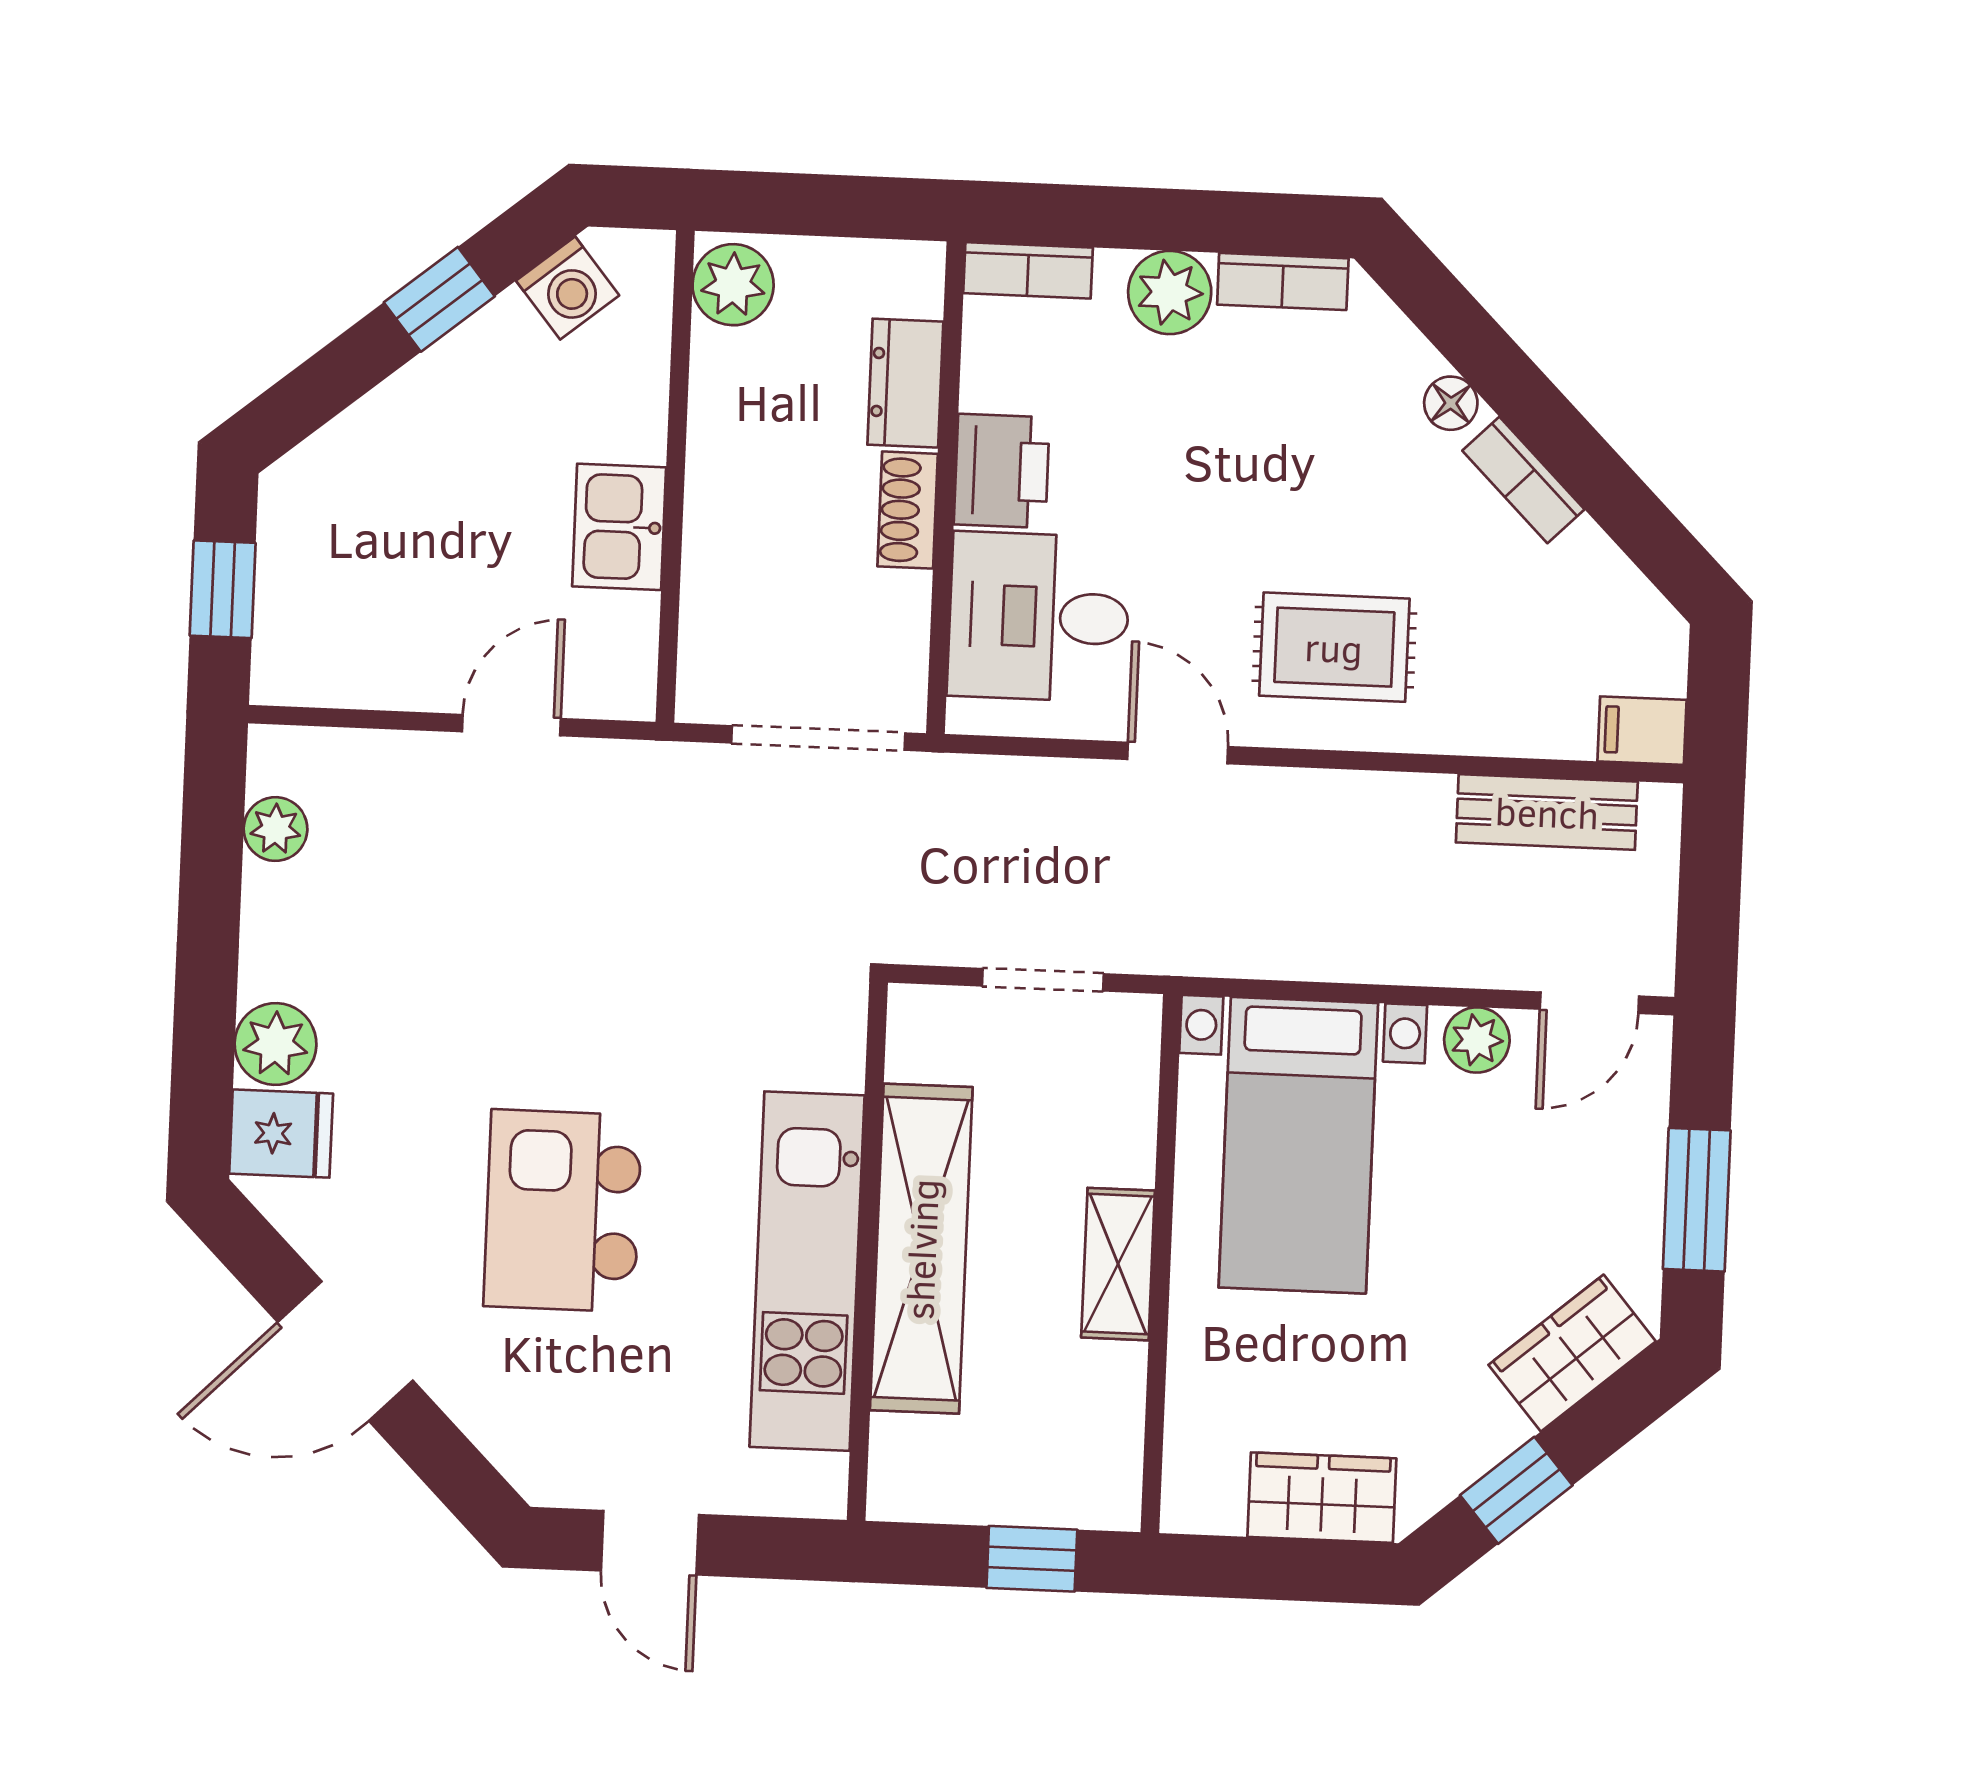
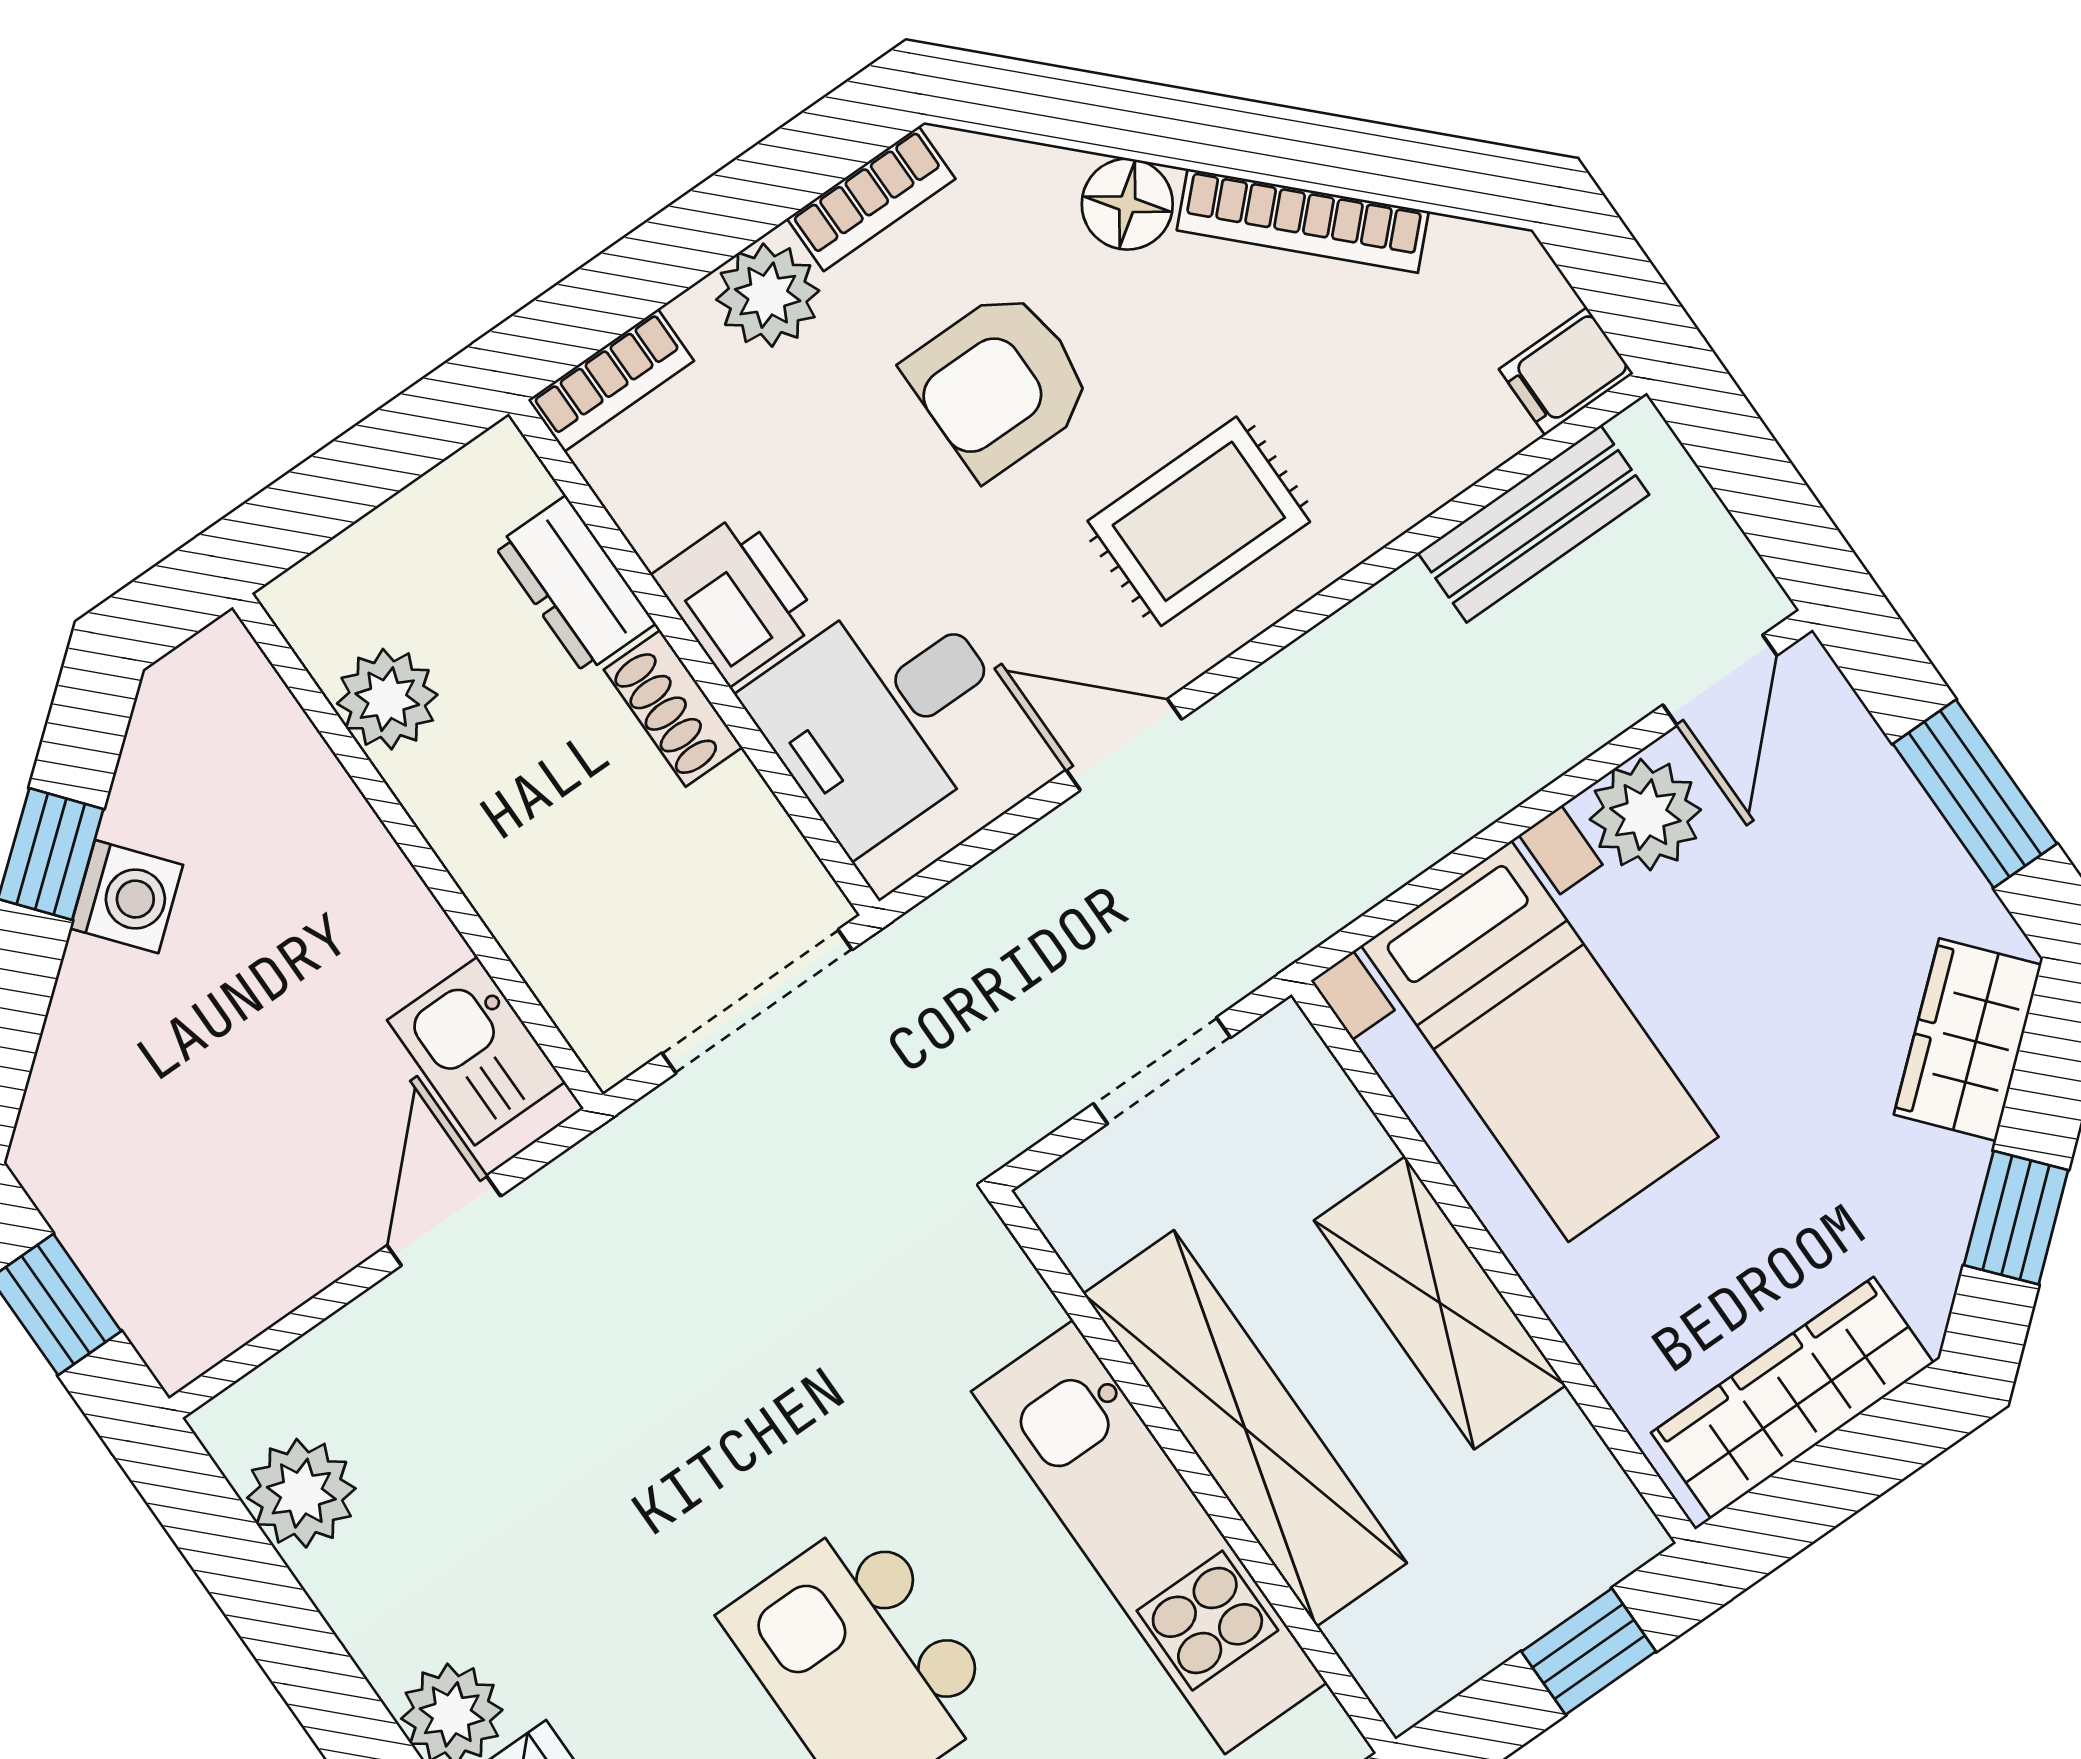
plant: (733, 285) -> (387, 699), moved
washing machine: (568, 288) -> (127, 897), moved
floor lamp: (1451, 403) -> (1127, 204), width x1.37, depth x1.37
armchair: (1275, 462) -> (999, 383), added
bookcase: (1523, 480) -> (1303, 221), width x1.56
kitchen sink: (619, 527) -> (476, 1051), moved
plant: (275, 829) -> (301, 1493), width x1.38, depth x1.38
plant: (1477, 1040) -> (1645, 815), width x1.38, depth x1.38
shelving: (1118, 1264) -> (1440, 1303), width x1.50, depth x1.33
wardrobe: (1322, 1498) -> (1792, 1398), width x1.50

